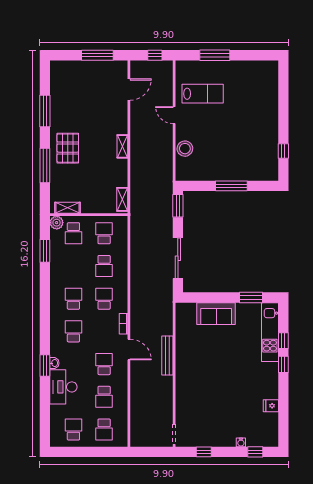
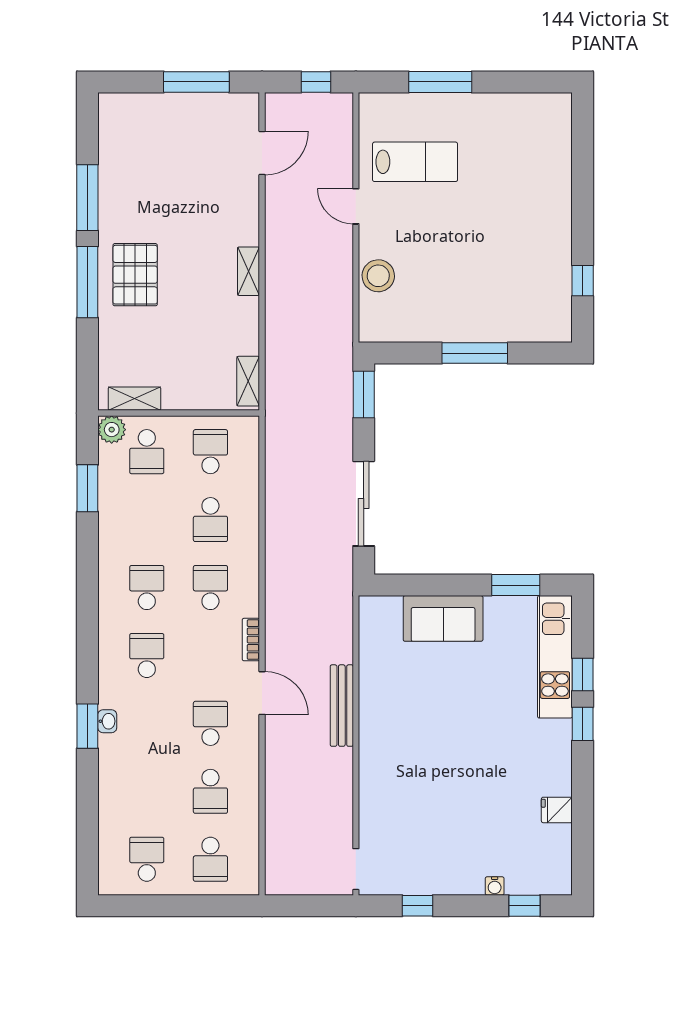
window: (45, 166) -> (87, 282), moved
desk: (63, 387) -> (126, 771), removed

